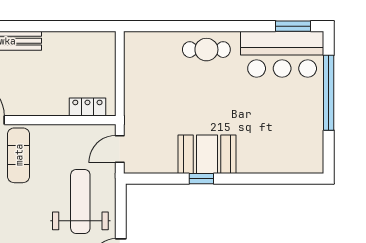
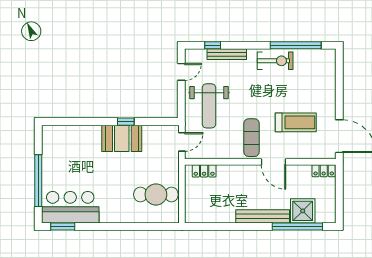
cafe table: (206, 50) -> (156, 195), moved, width x1.37, depth x1.35

